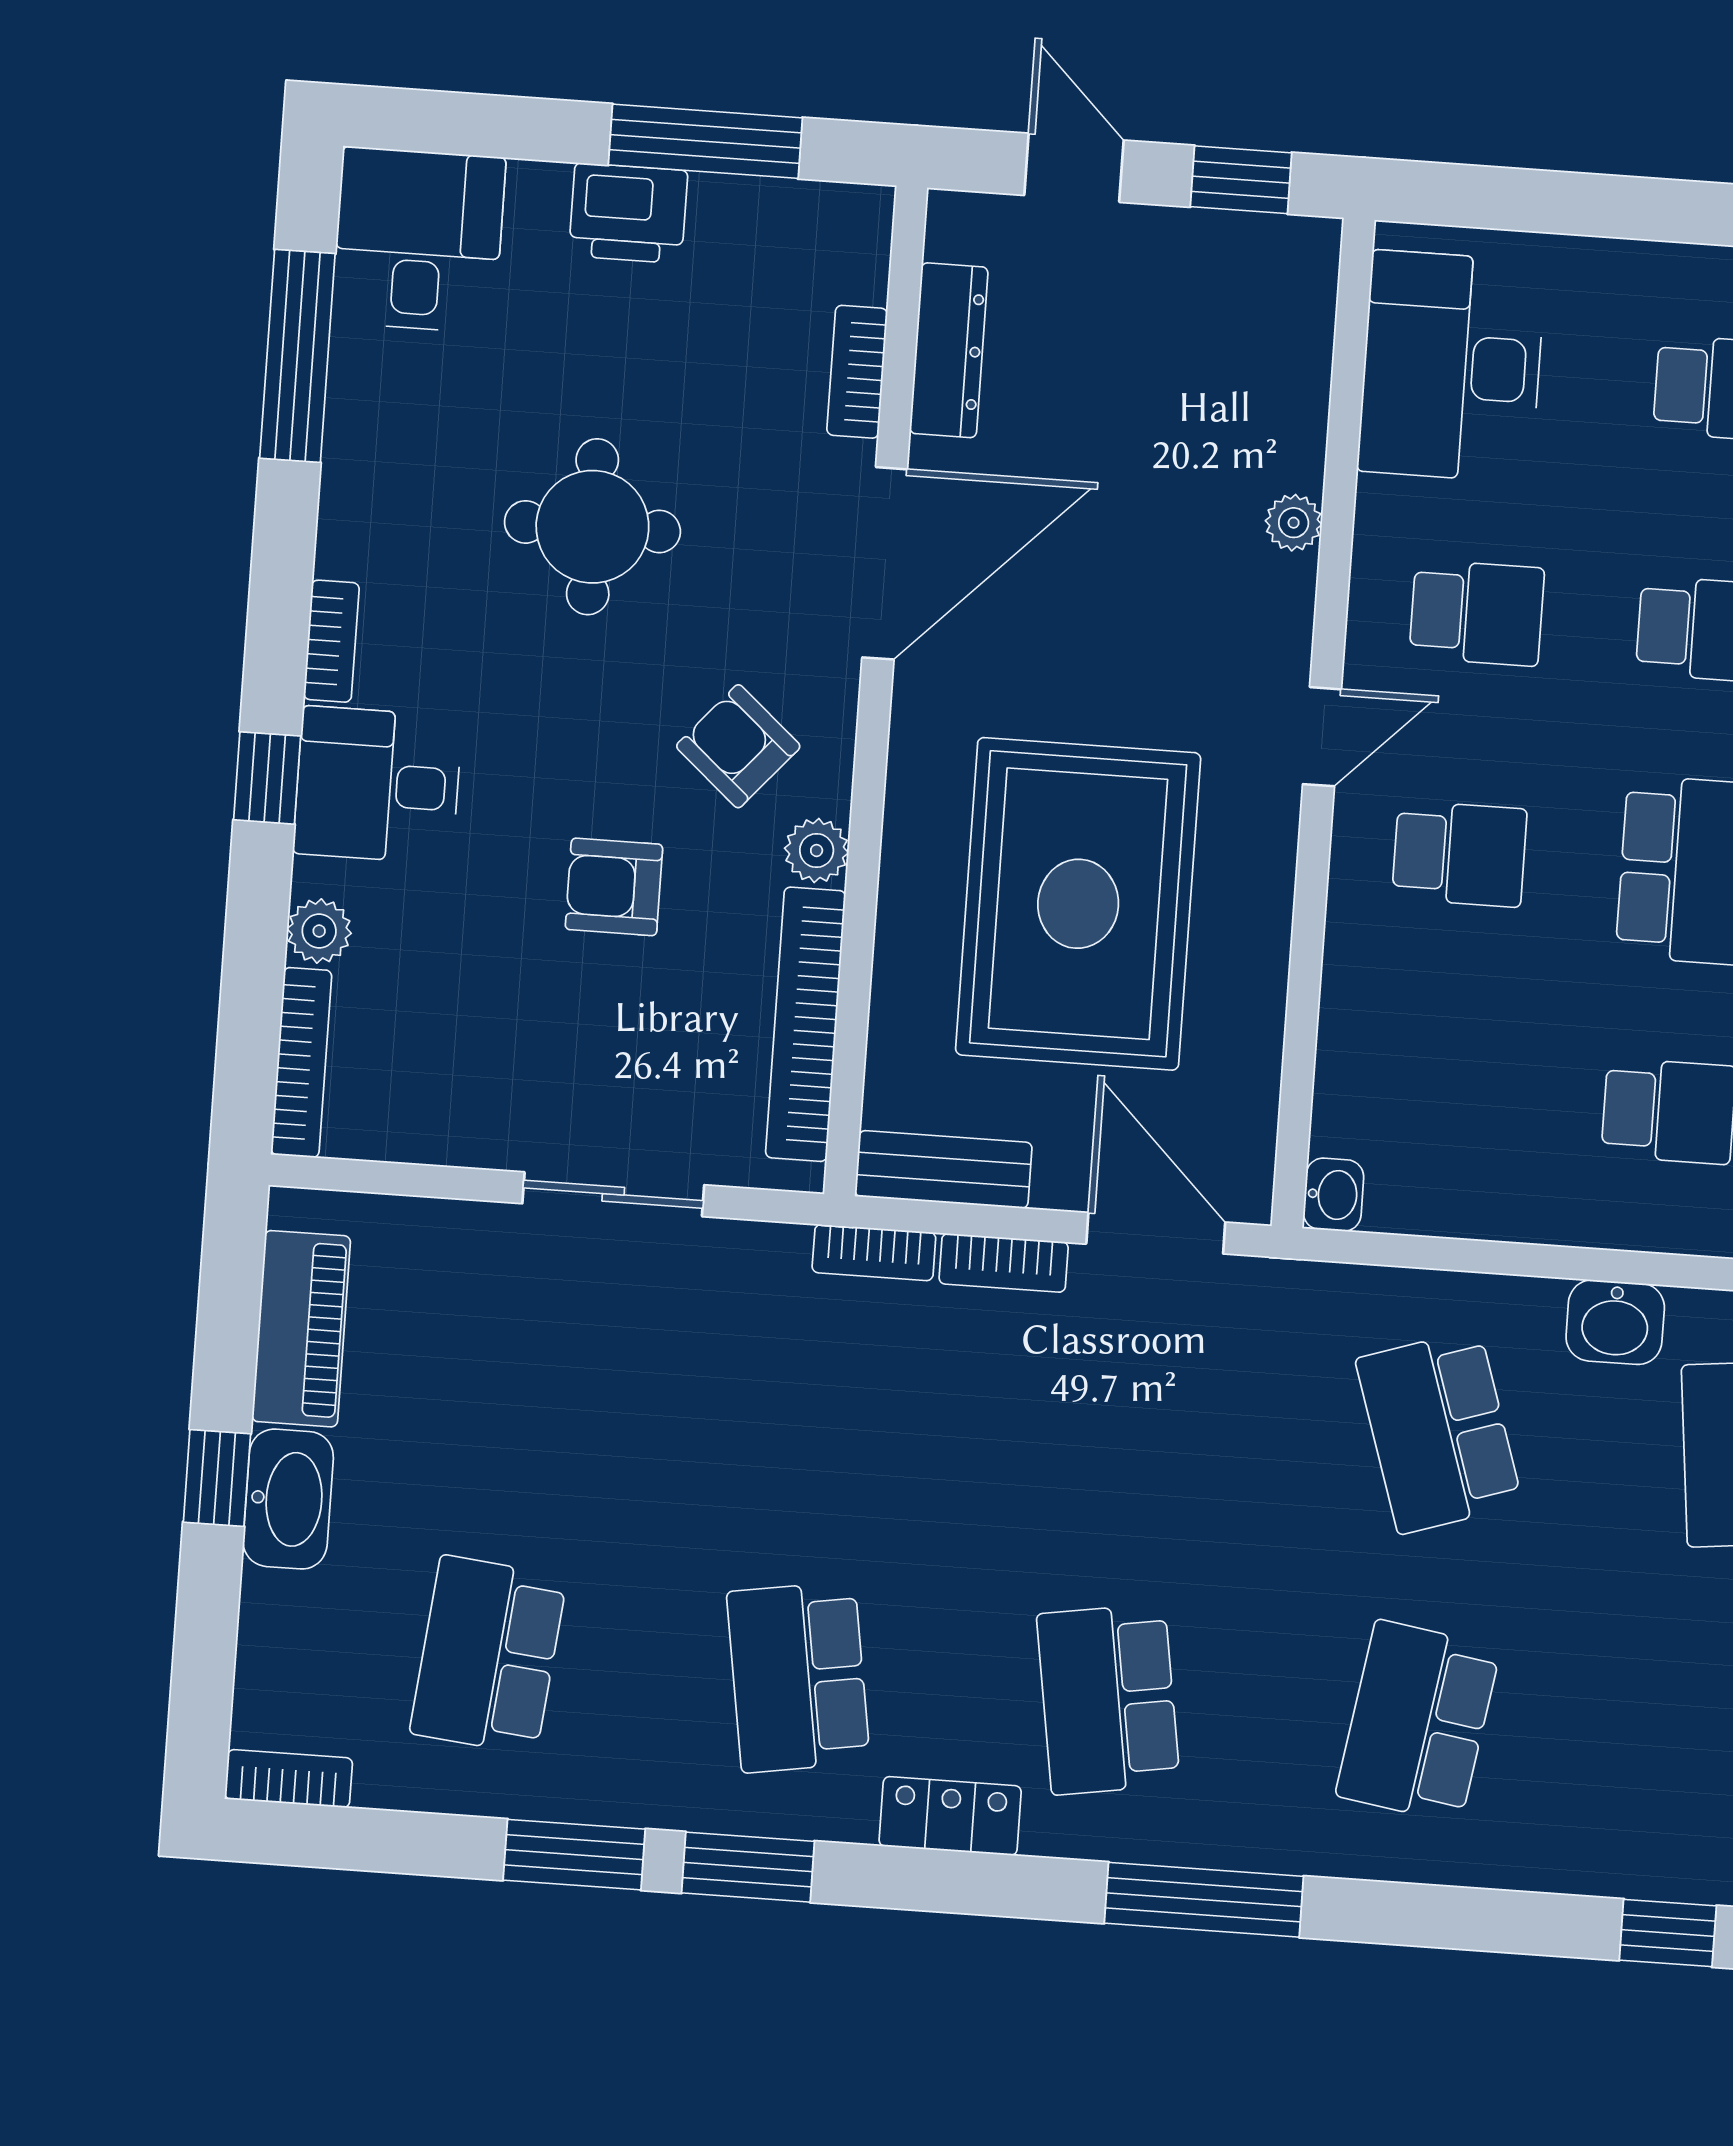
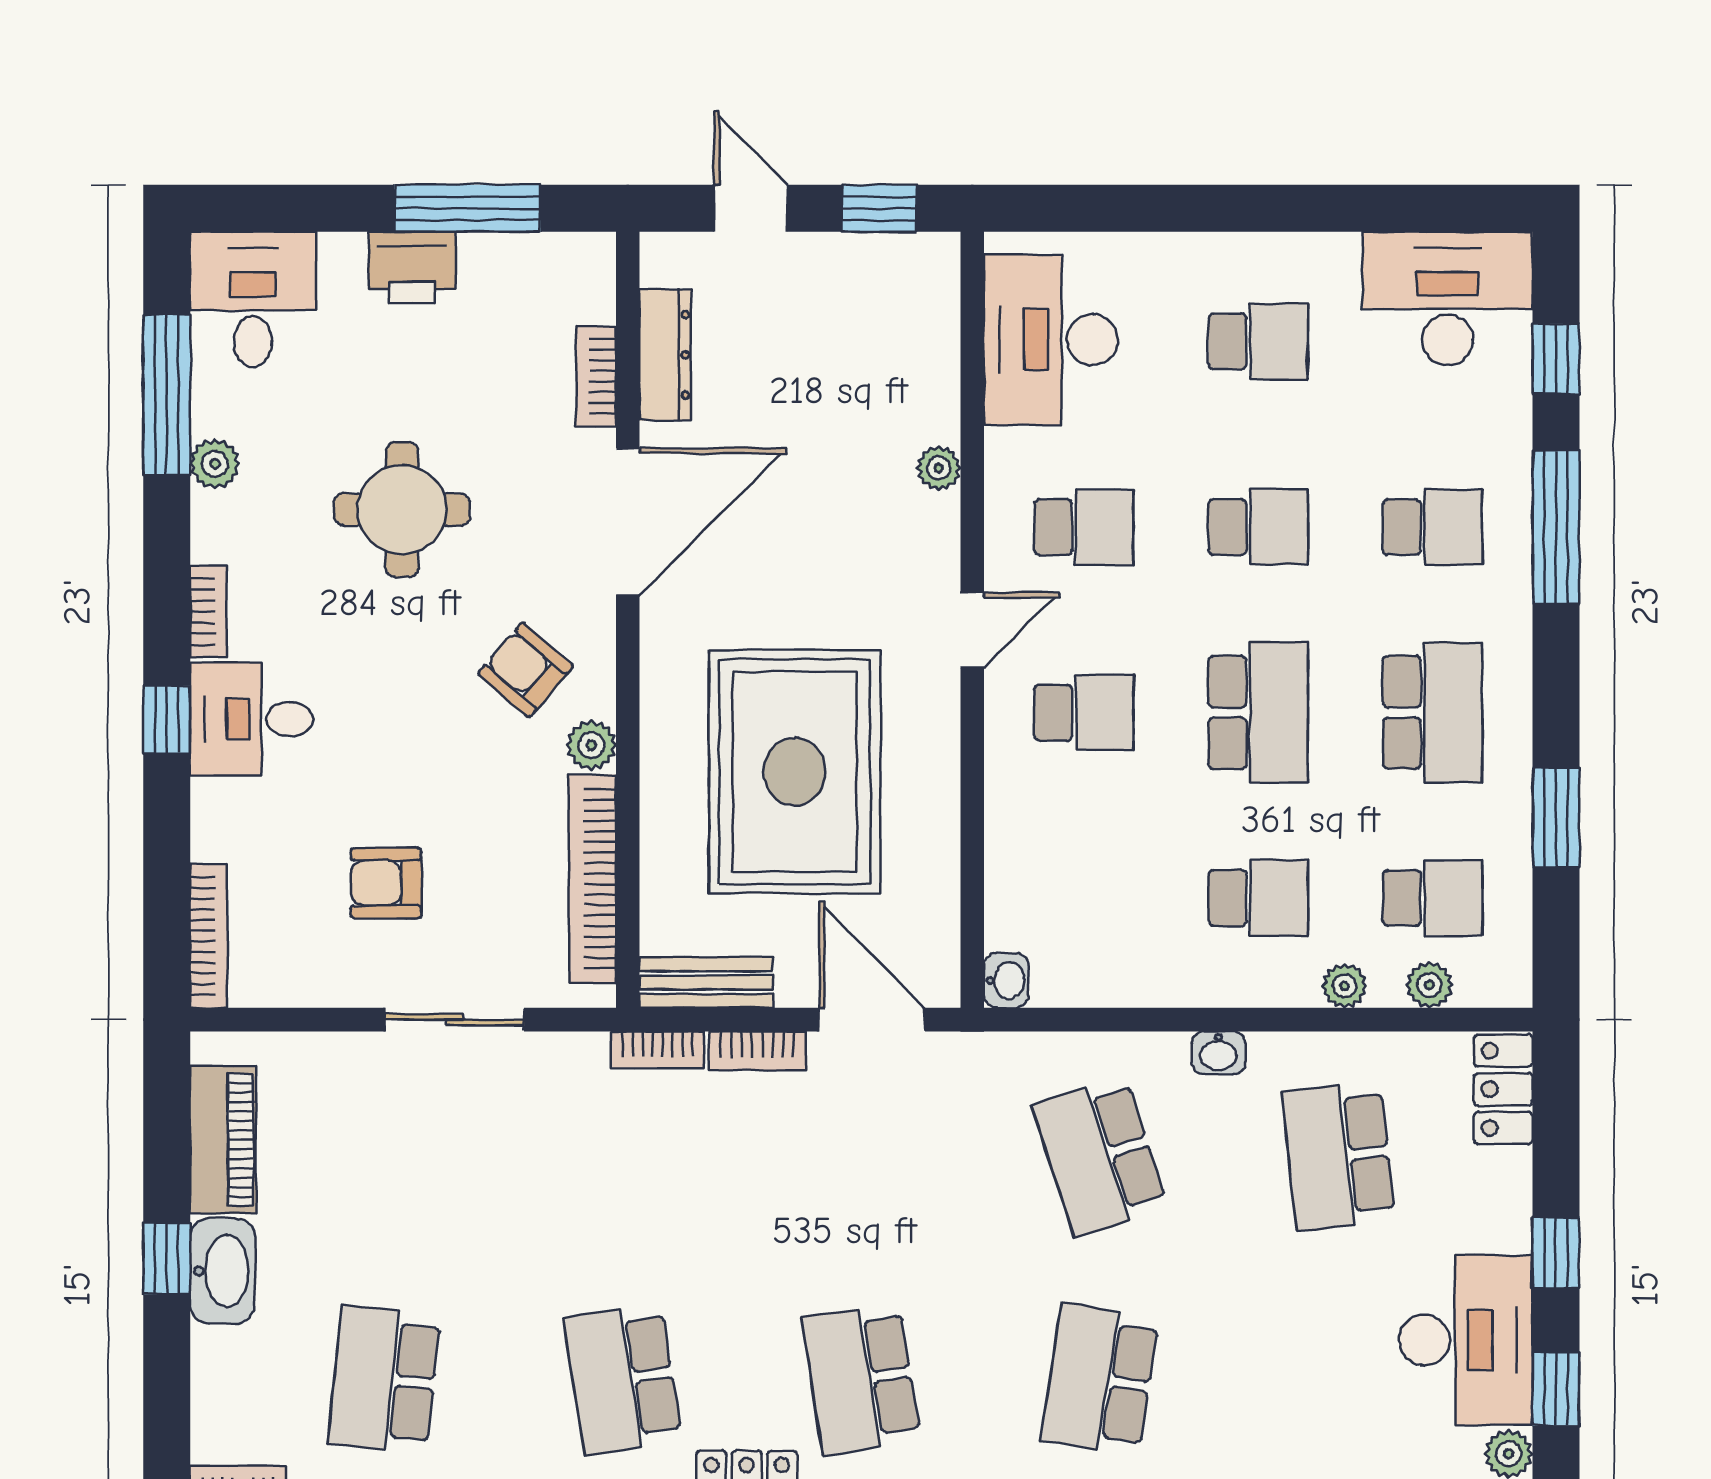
armchair: (614, 887) -> (386, 883), moved
plant: (319, 931) -> (215, 464), moved
washbasin: (1615, 1322) -> (1219, 1053), width x0.72, depth x0.69

